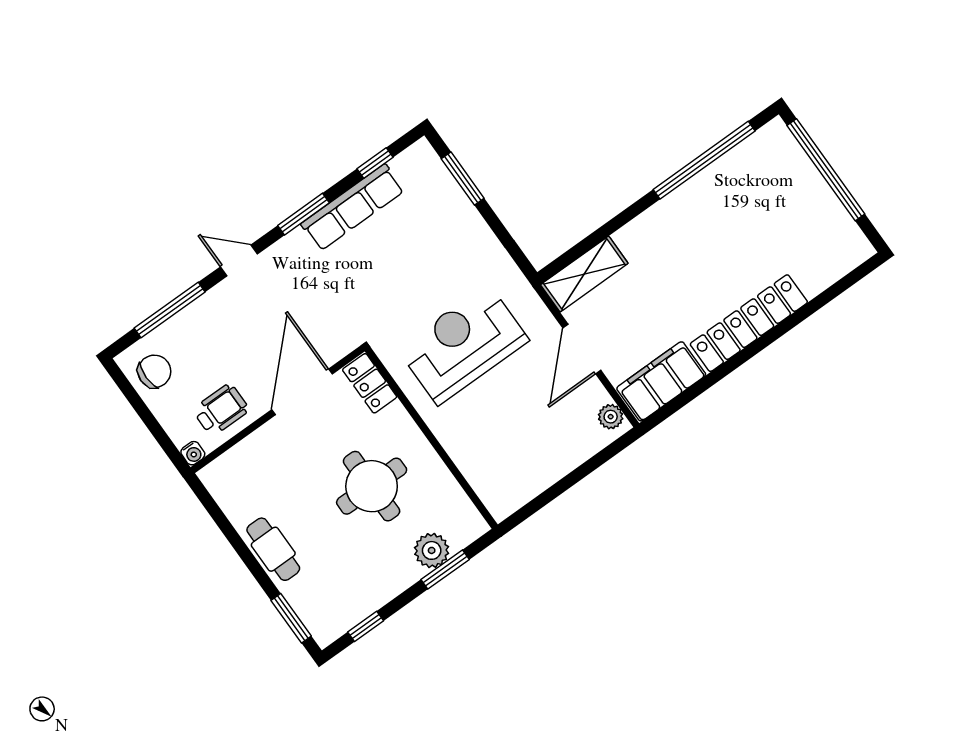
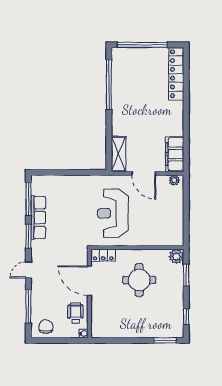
window: (375, 163) -> (28, 199), width x2.17
window: (463, 178) -> (55, 172), removed
locker: (749, 323) -> (176, 74), moved
cafe table: (273, 549) -> (137, 330), removed
plant: (432, 550) -> (176, 256), moved

